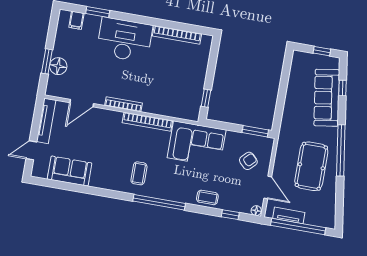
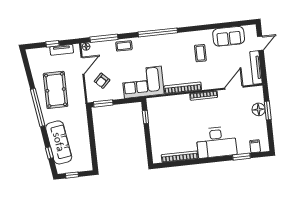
coffee table: (139, 173) -> (200, 53), moved
door: (268, 187) -> (83, 66), swing flipped
window: (230, 215) -> (104, 38), width x2.17
window: (298, 226) -> (53, 44), width x0.32

